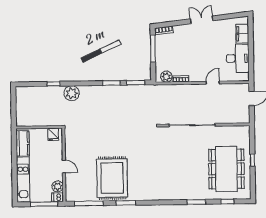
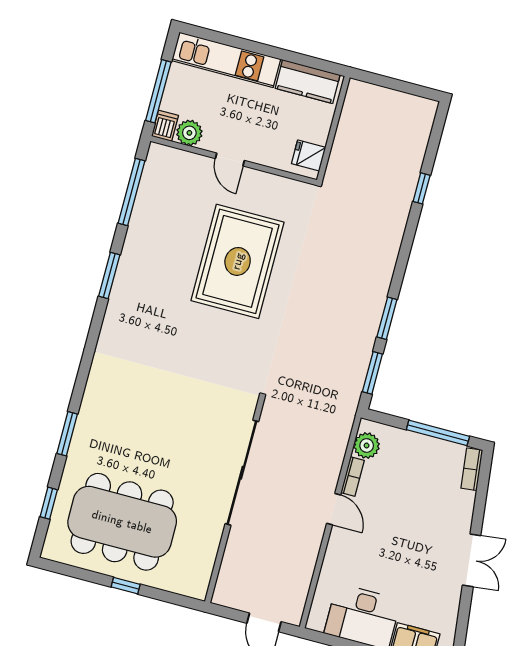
door: (213, 83) -> (334, 509), moved
plant: (72, 93) -> (389, 223), removed
door: (64, 166) -> (230, 160), hinge flipped
rug: (112, 178) -> (238, 261), moved, turned 90

